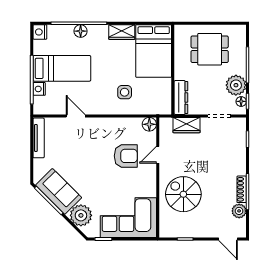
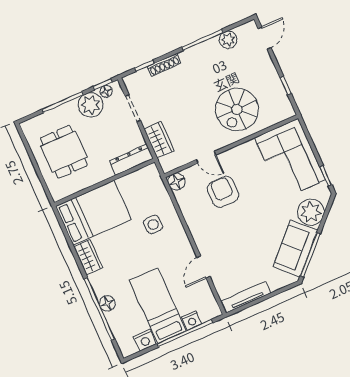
nightstand: (40, 32) -> (145, 340), moved
shoe rack: (242, 189) -> (164, 65), moved

